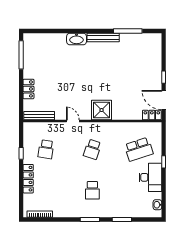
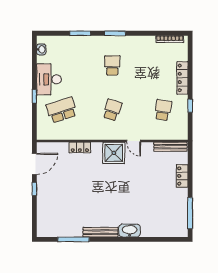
door: (164, 100) -> (34, 164), hinge flipped
shower: (102, 110) -> (114, 153), moved
locker: (152, 115) -> (80, 147), moved

